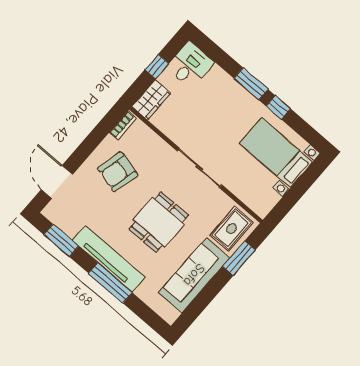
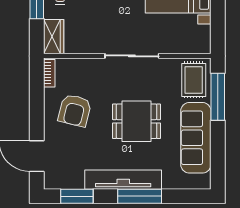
dining table: (159, 222) -> (136, 121), turned 90
window: (239, 258) -> (218, 97), width x1.44

